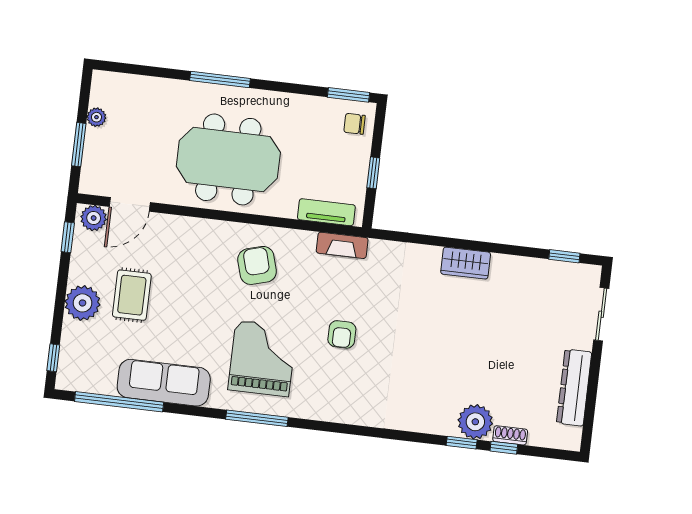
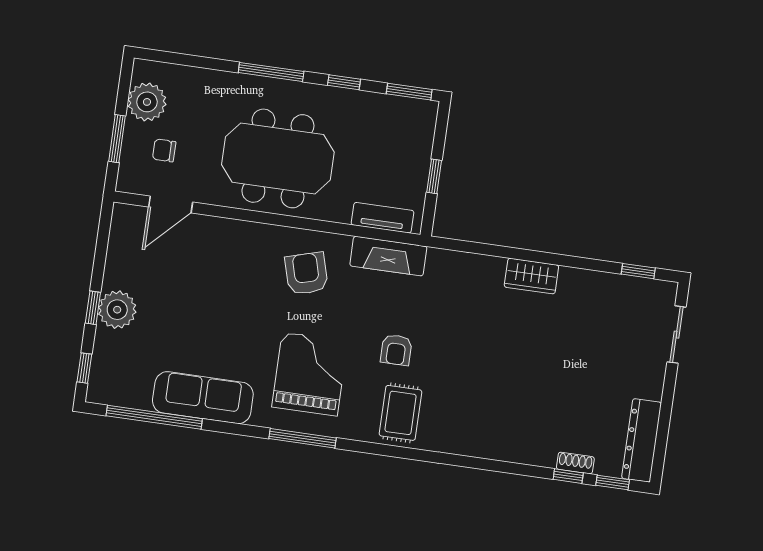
window: (288, 88) -> (344, 82), added
plant: (96, 117) -> (147, 102), width x1.88, depth x1.88
chair: (355, 124) -> (164, 150), moved
plant: (94, 218) -> (131, 218), removed
window: (68, 237) -> (93, 308), moved
fireplace: (342, 245) -> (388, 256), width x1.37, depth x1.32
rug: (132, 295) -> (401, 413), moved
dresser: (574, 388) -> (642, 440), moved
plant: (475, 422) -> (538, 448), removed
window: (462, 443) -> (613, 482), moved

